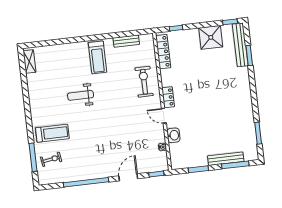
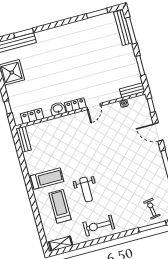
bench: (126, 41) -> (24, 139), moved
locker: (163, 52) -> (32, 116), width x0.66
exercise bike: (144, 82) -> (99, 226), moved
treadmill: (52, 133) -> (60, 206), moved
washbasin: (173, 135) -> (58, 109), moved
bench: (175, 157) -> (132, 90), added
bench: (226, 159) -> (123, 28), moved

